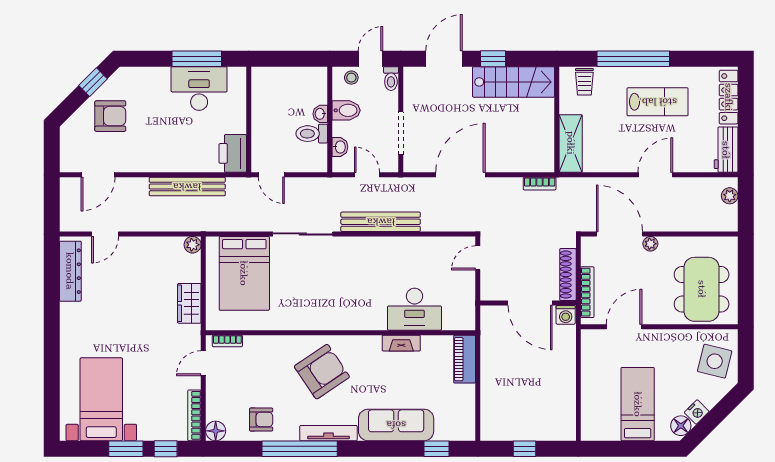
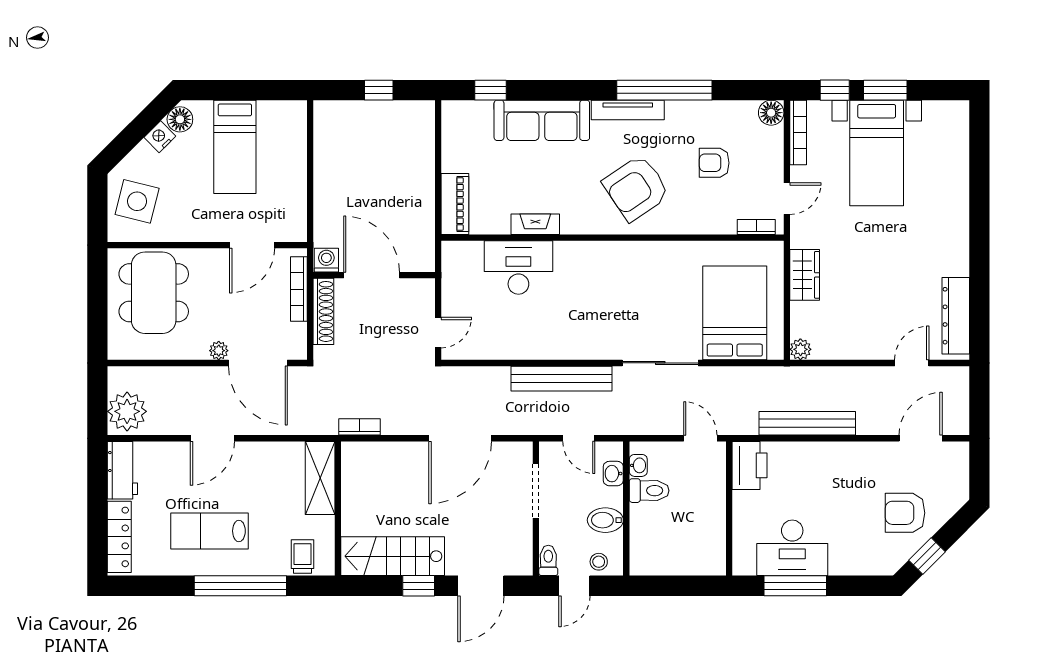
washbasin: (320, 114) -> (638, 465), moved
plant: (730, 196) -> (127, 411), width x1.88, depth x1.88
bed with nightstands: (101, 399) -> (877, 153), moved
armchair: (261, 420) -> (714, 163), moved

